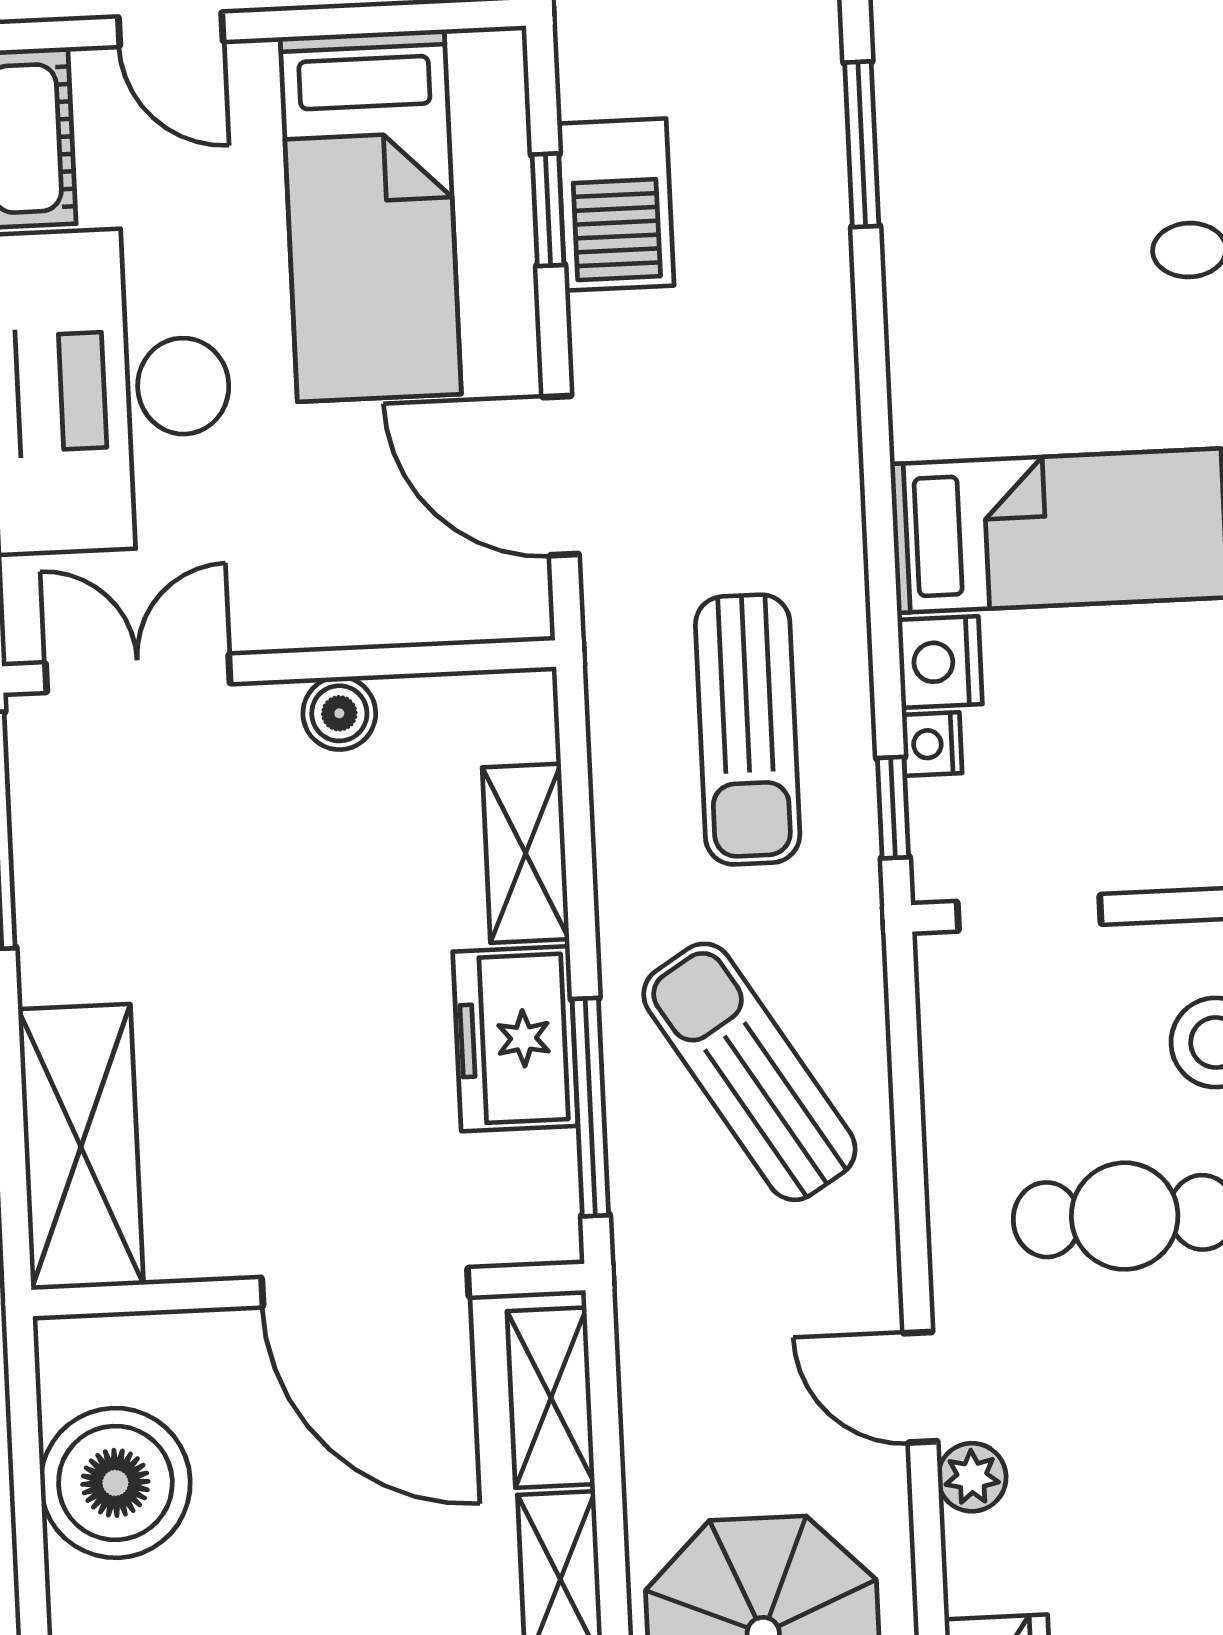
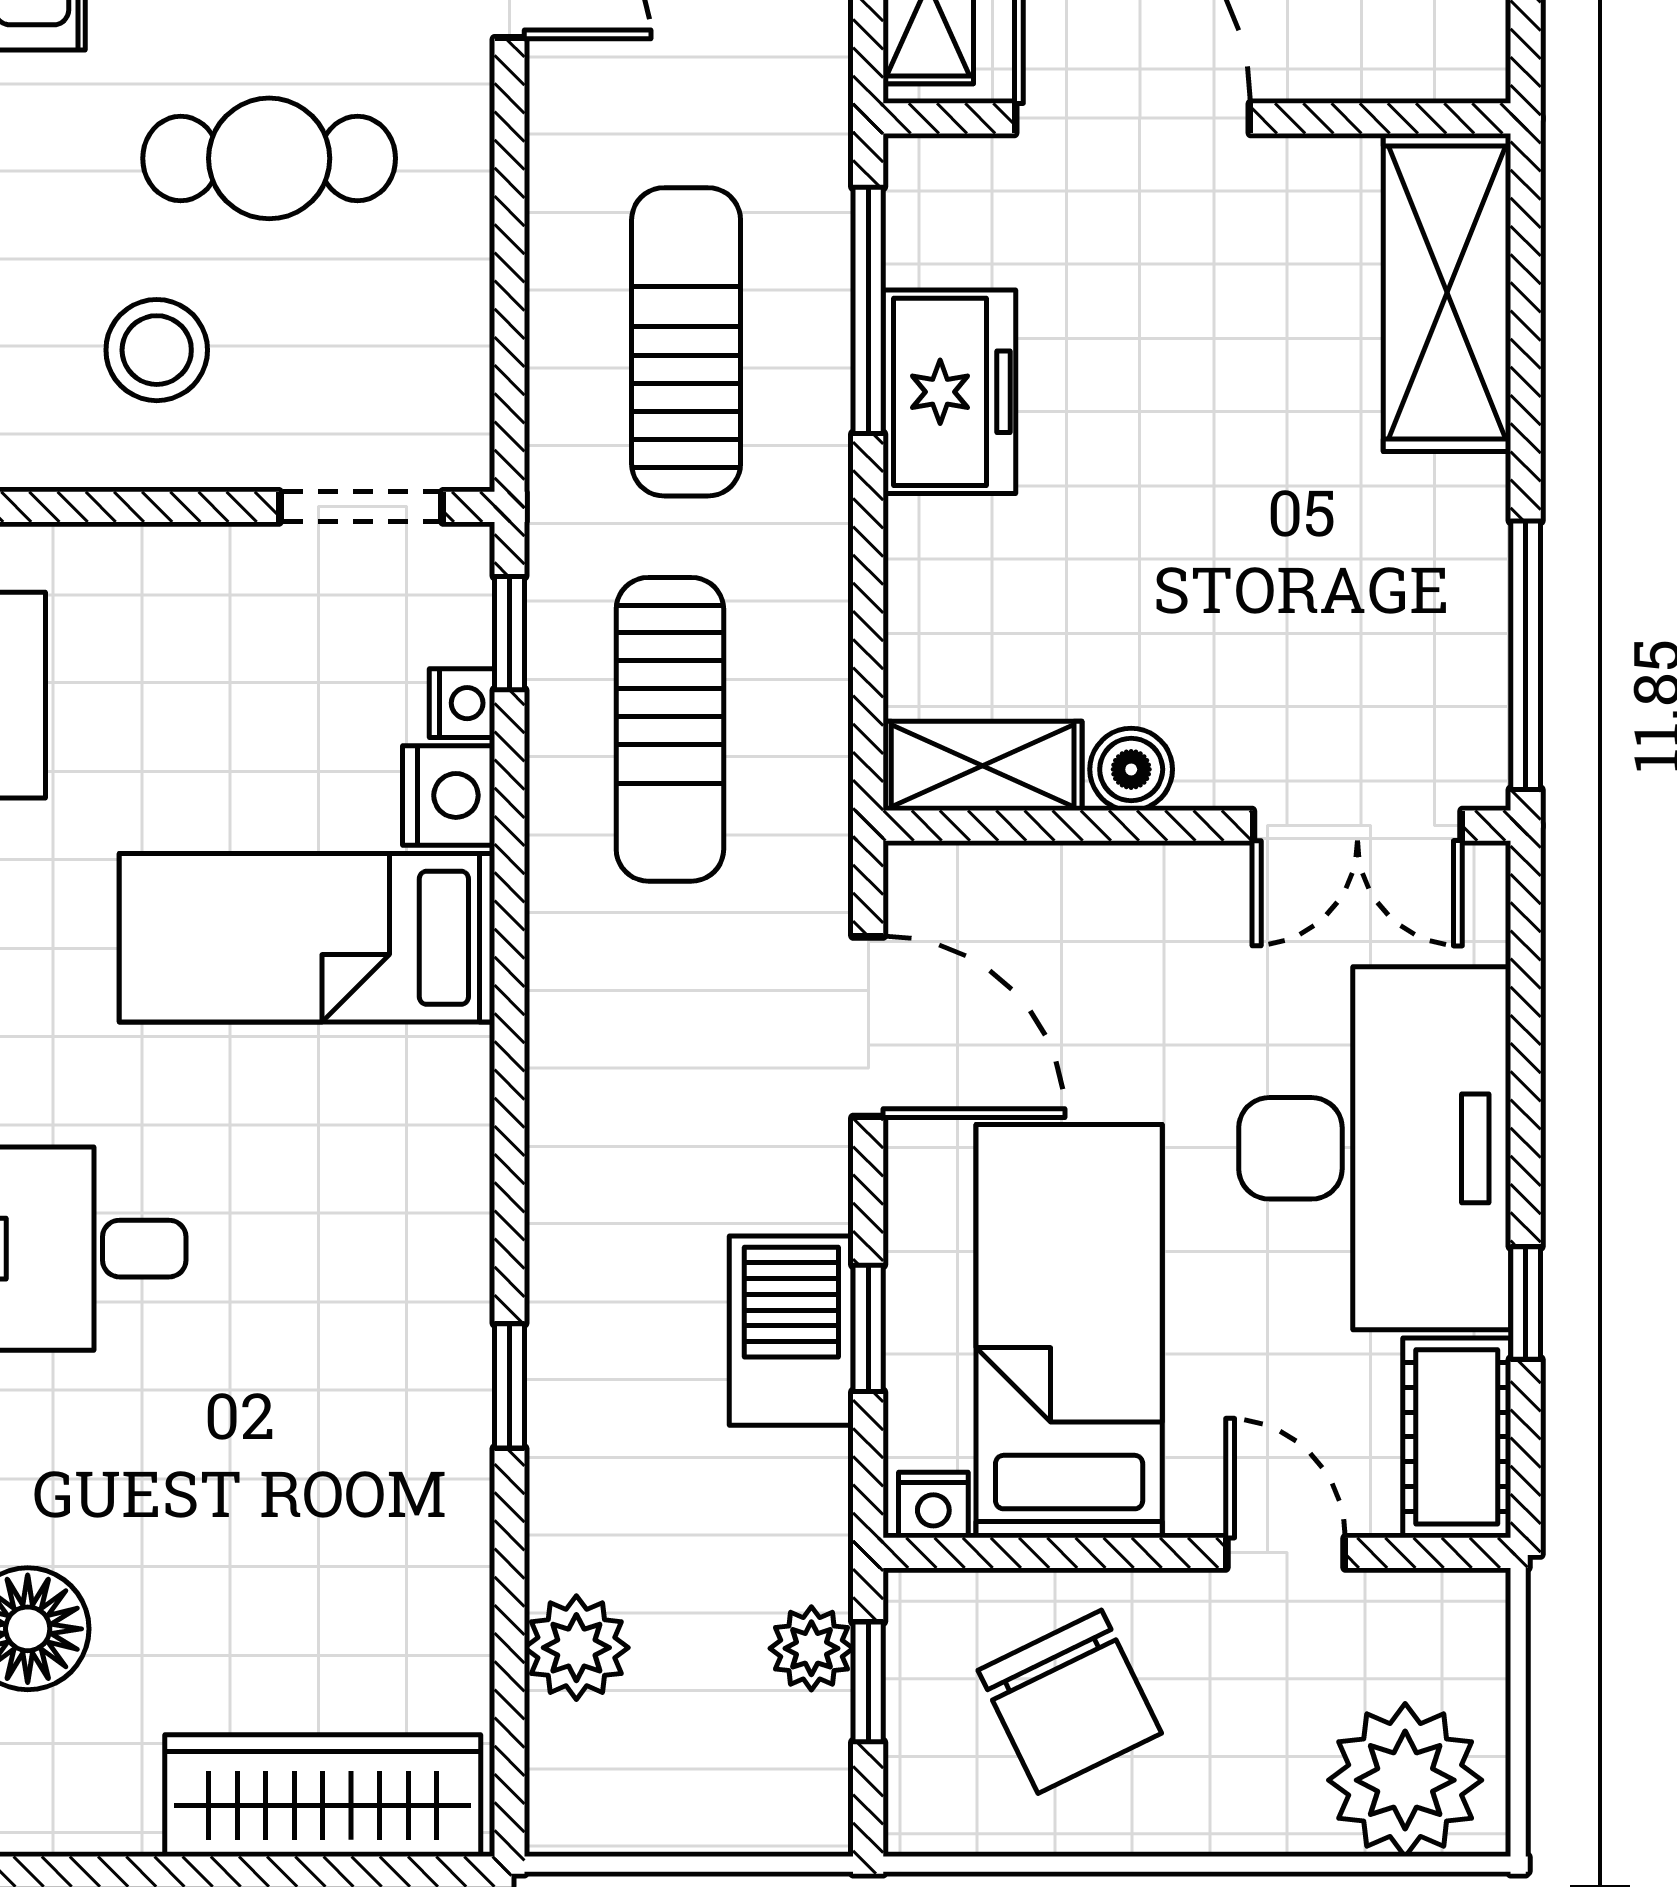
nightstand: (483, 57) -> (933, 1505), added
window: (862, 144) -> (509, 1386), width x0.67
sun lounger: (748, 730) -> (670, 729), turned 180
shelving: (526, 853) -> (983, 766), moved, turned 90
sun lounger: (749, 1072) -> (686, 342), turned -148

